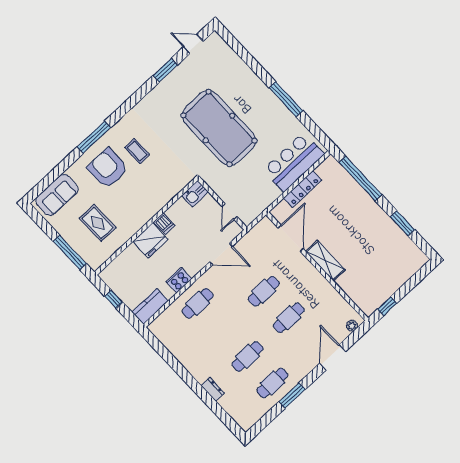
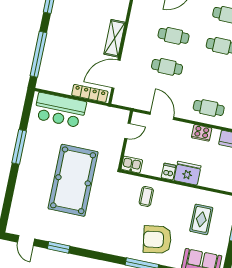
coffee table: (137, 151) -> (146, 196), moved
armchair: (108, 168) -> (157, 240), turned 81
locker: (302, 189) -> (90, 93), moved

